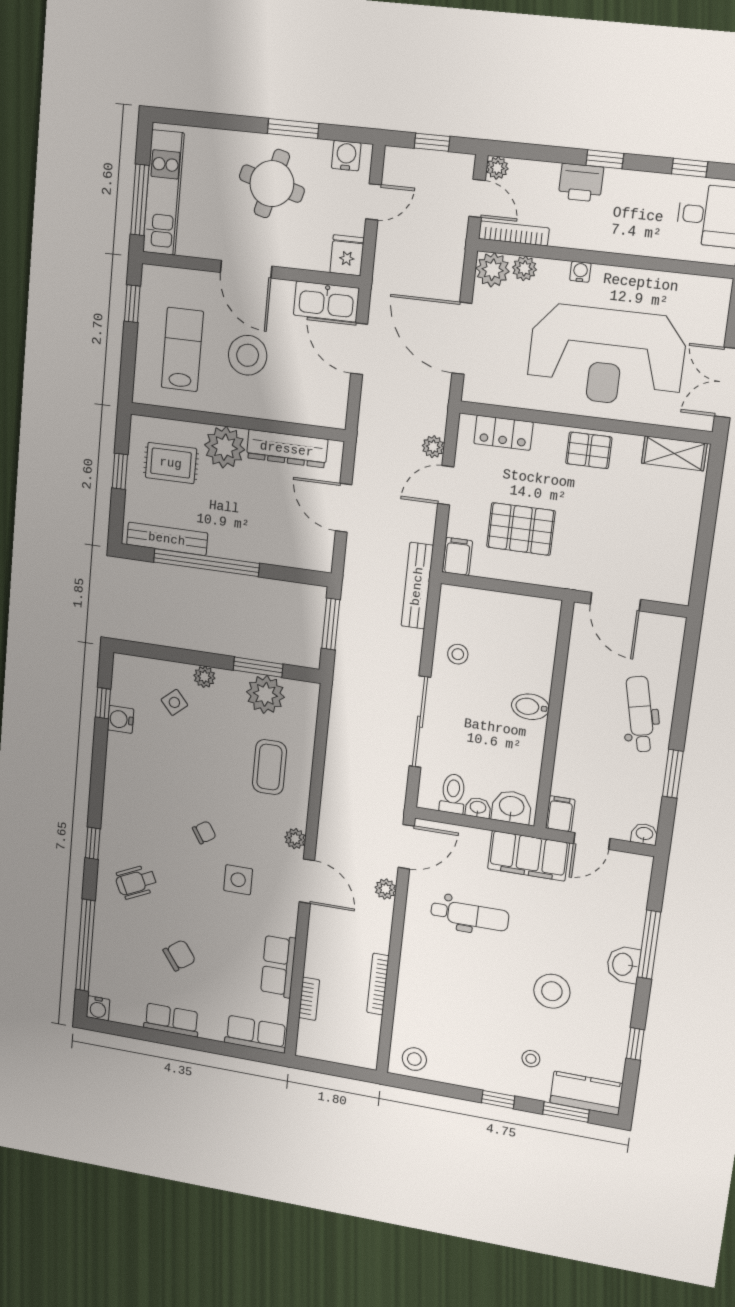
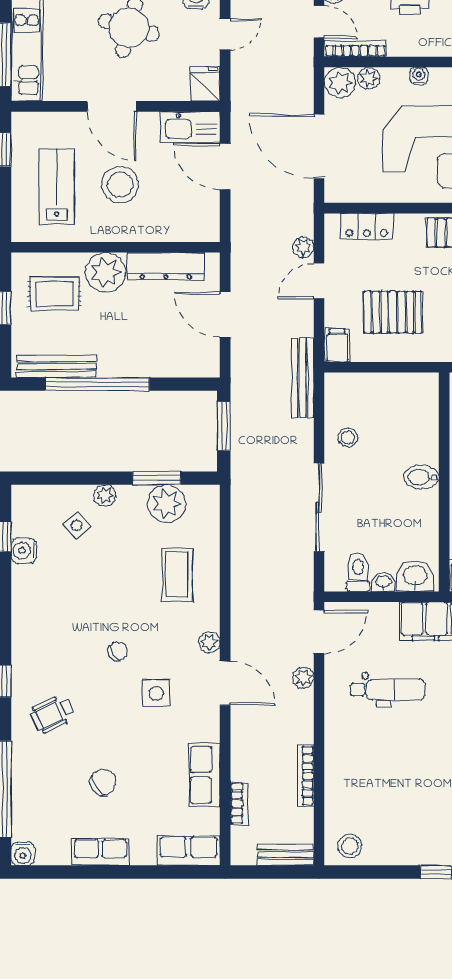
bench: (350, 1055) -> (285, 855), added

